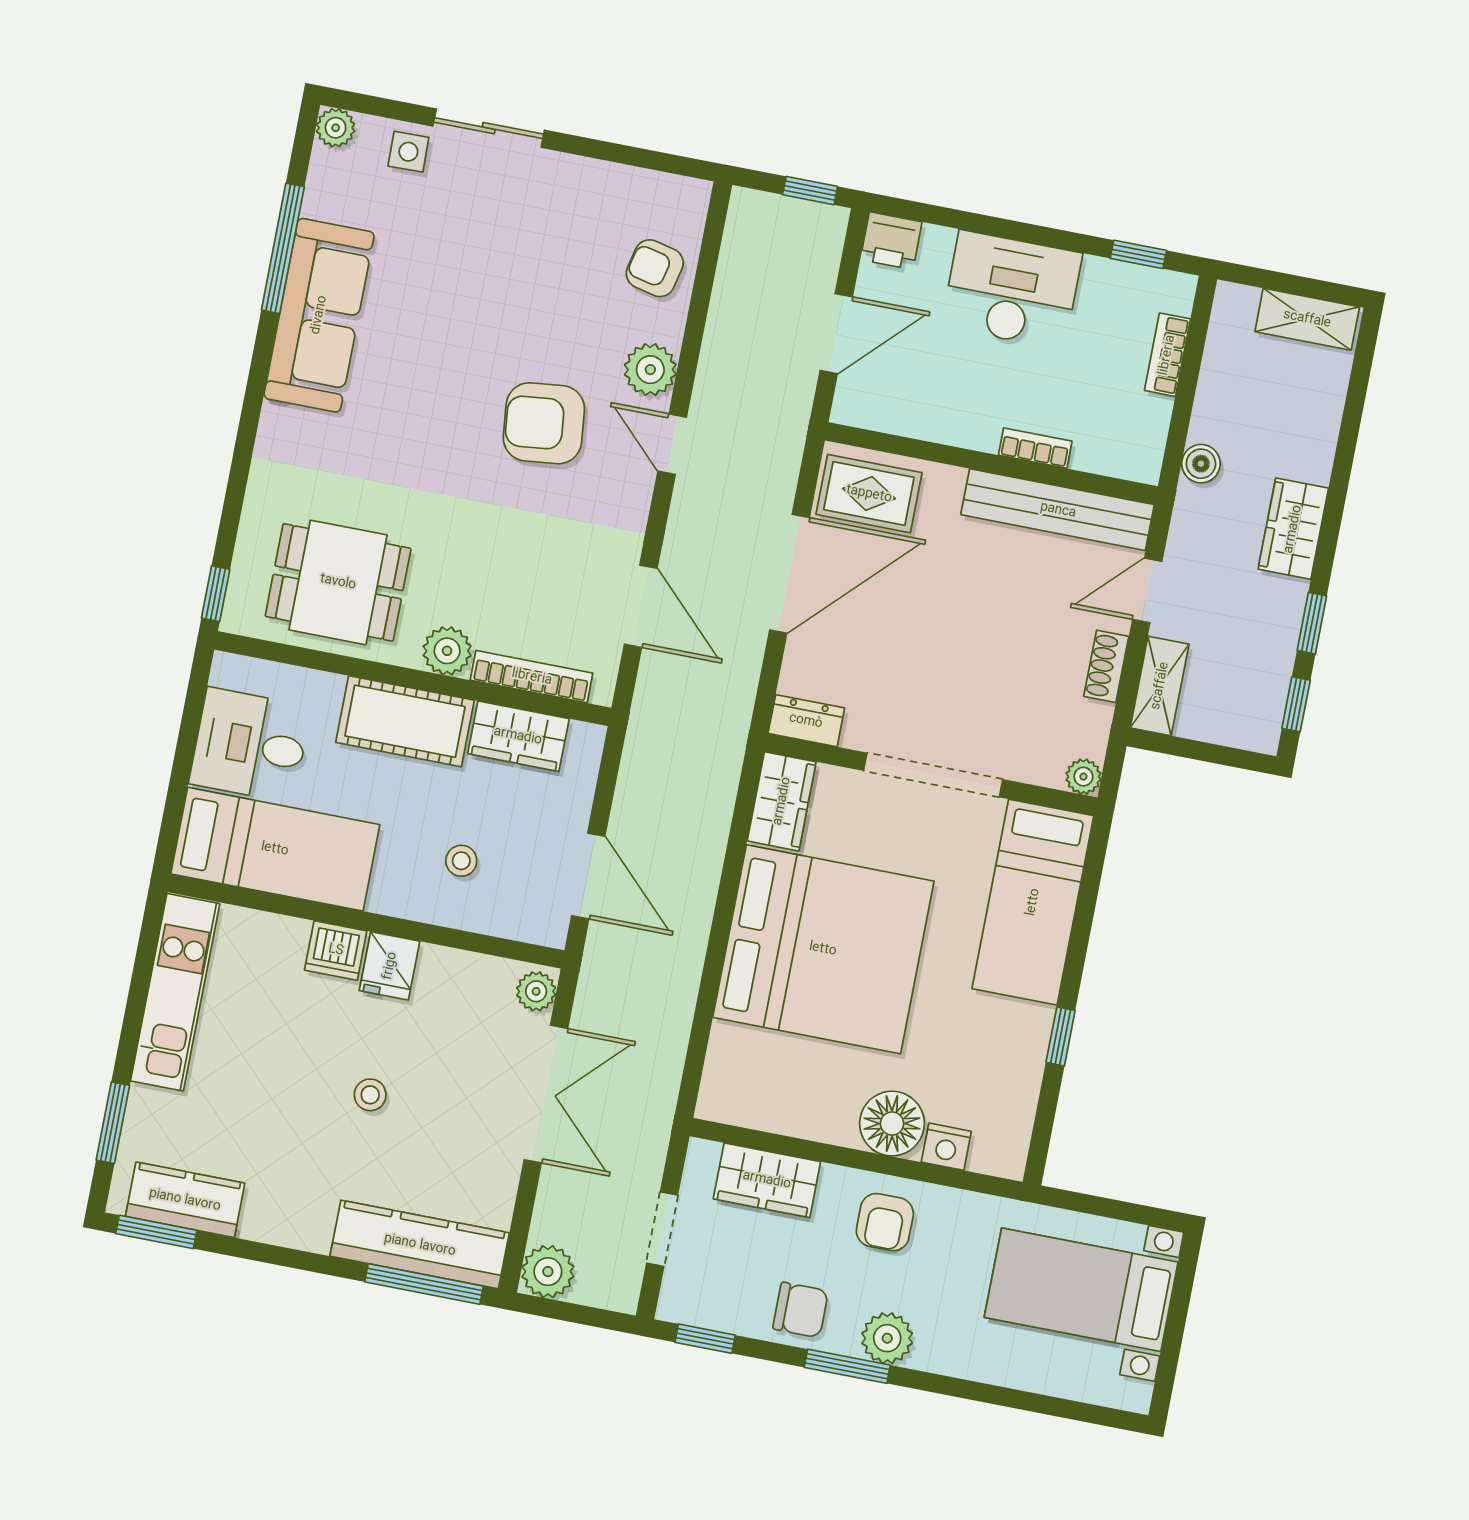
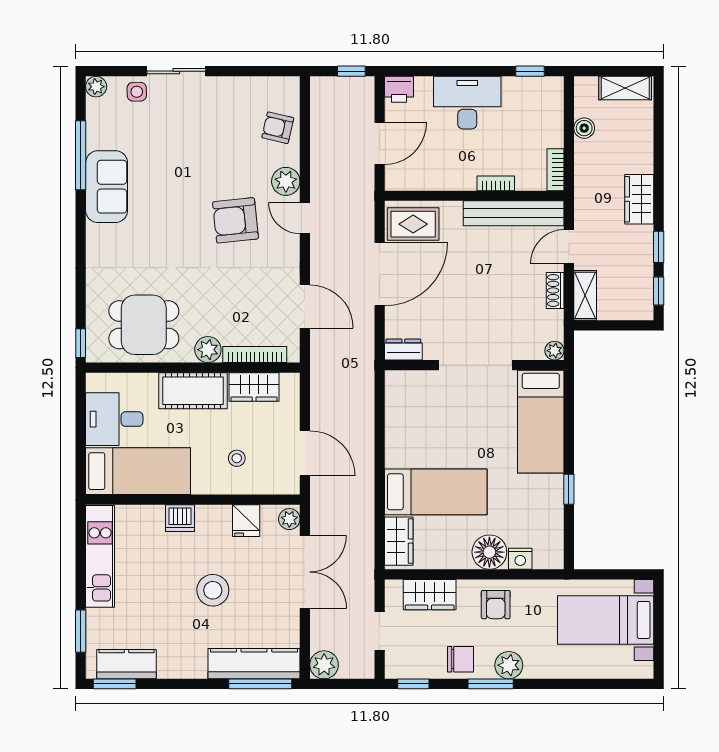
sofa: (319, 315) -> (107, 187), width x0.73
bookcase: (1167, 355) -> (556, 170), moved
boiler: (1201, 464) -> (584, 128), moved
wardrobe: (782, 801) -> (399, 541), moved
bed: (823, 949) -> (436, 492), width x0.49
fridge: (390, 966) -> (246, 521), moved
stool: (370, 1095) -> (213, 590), width x1.89, depth x1.89

